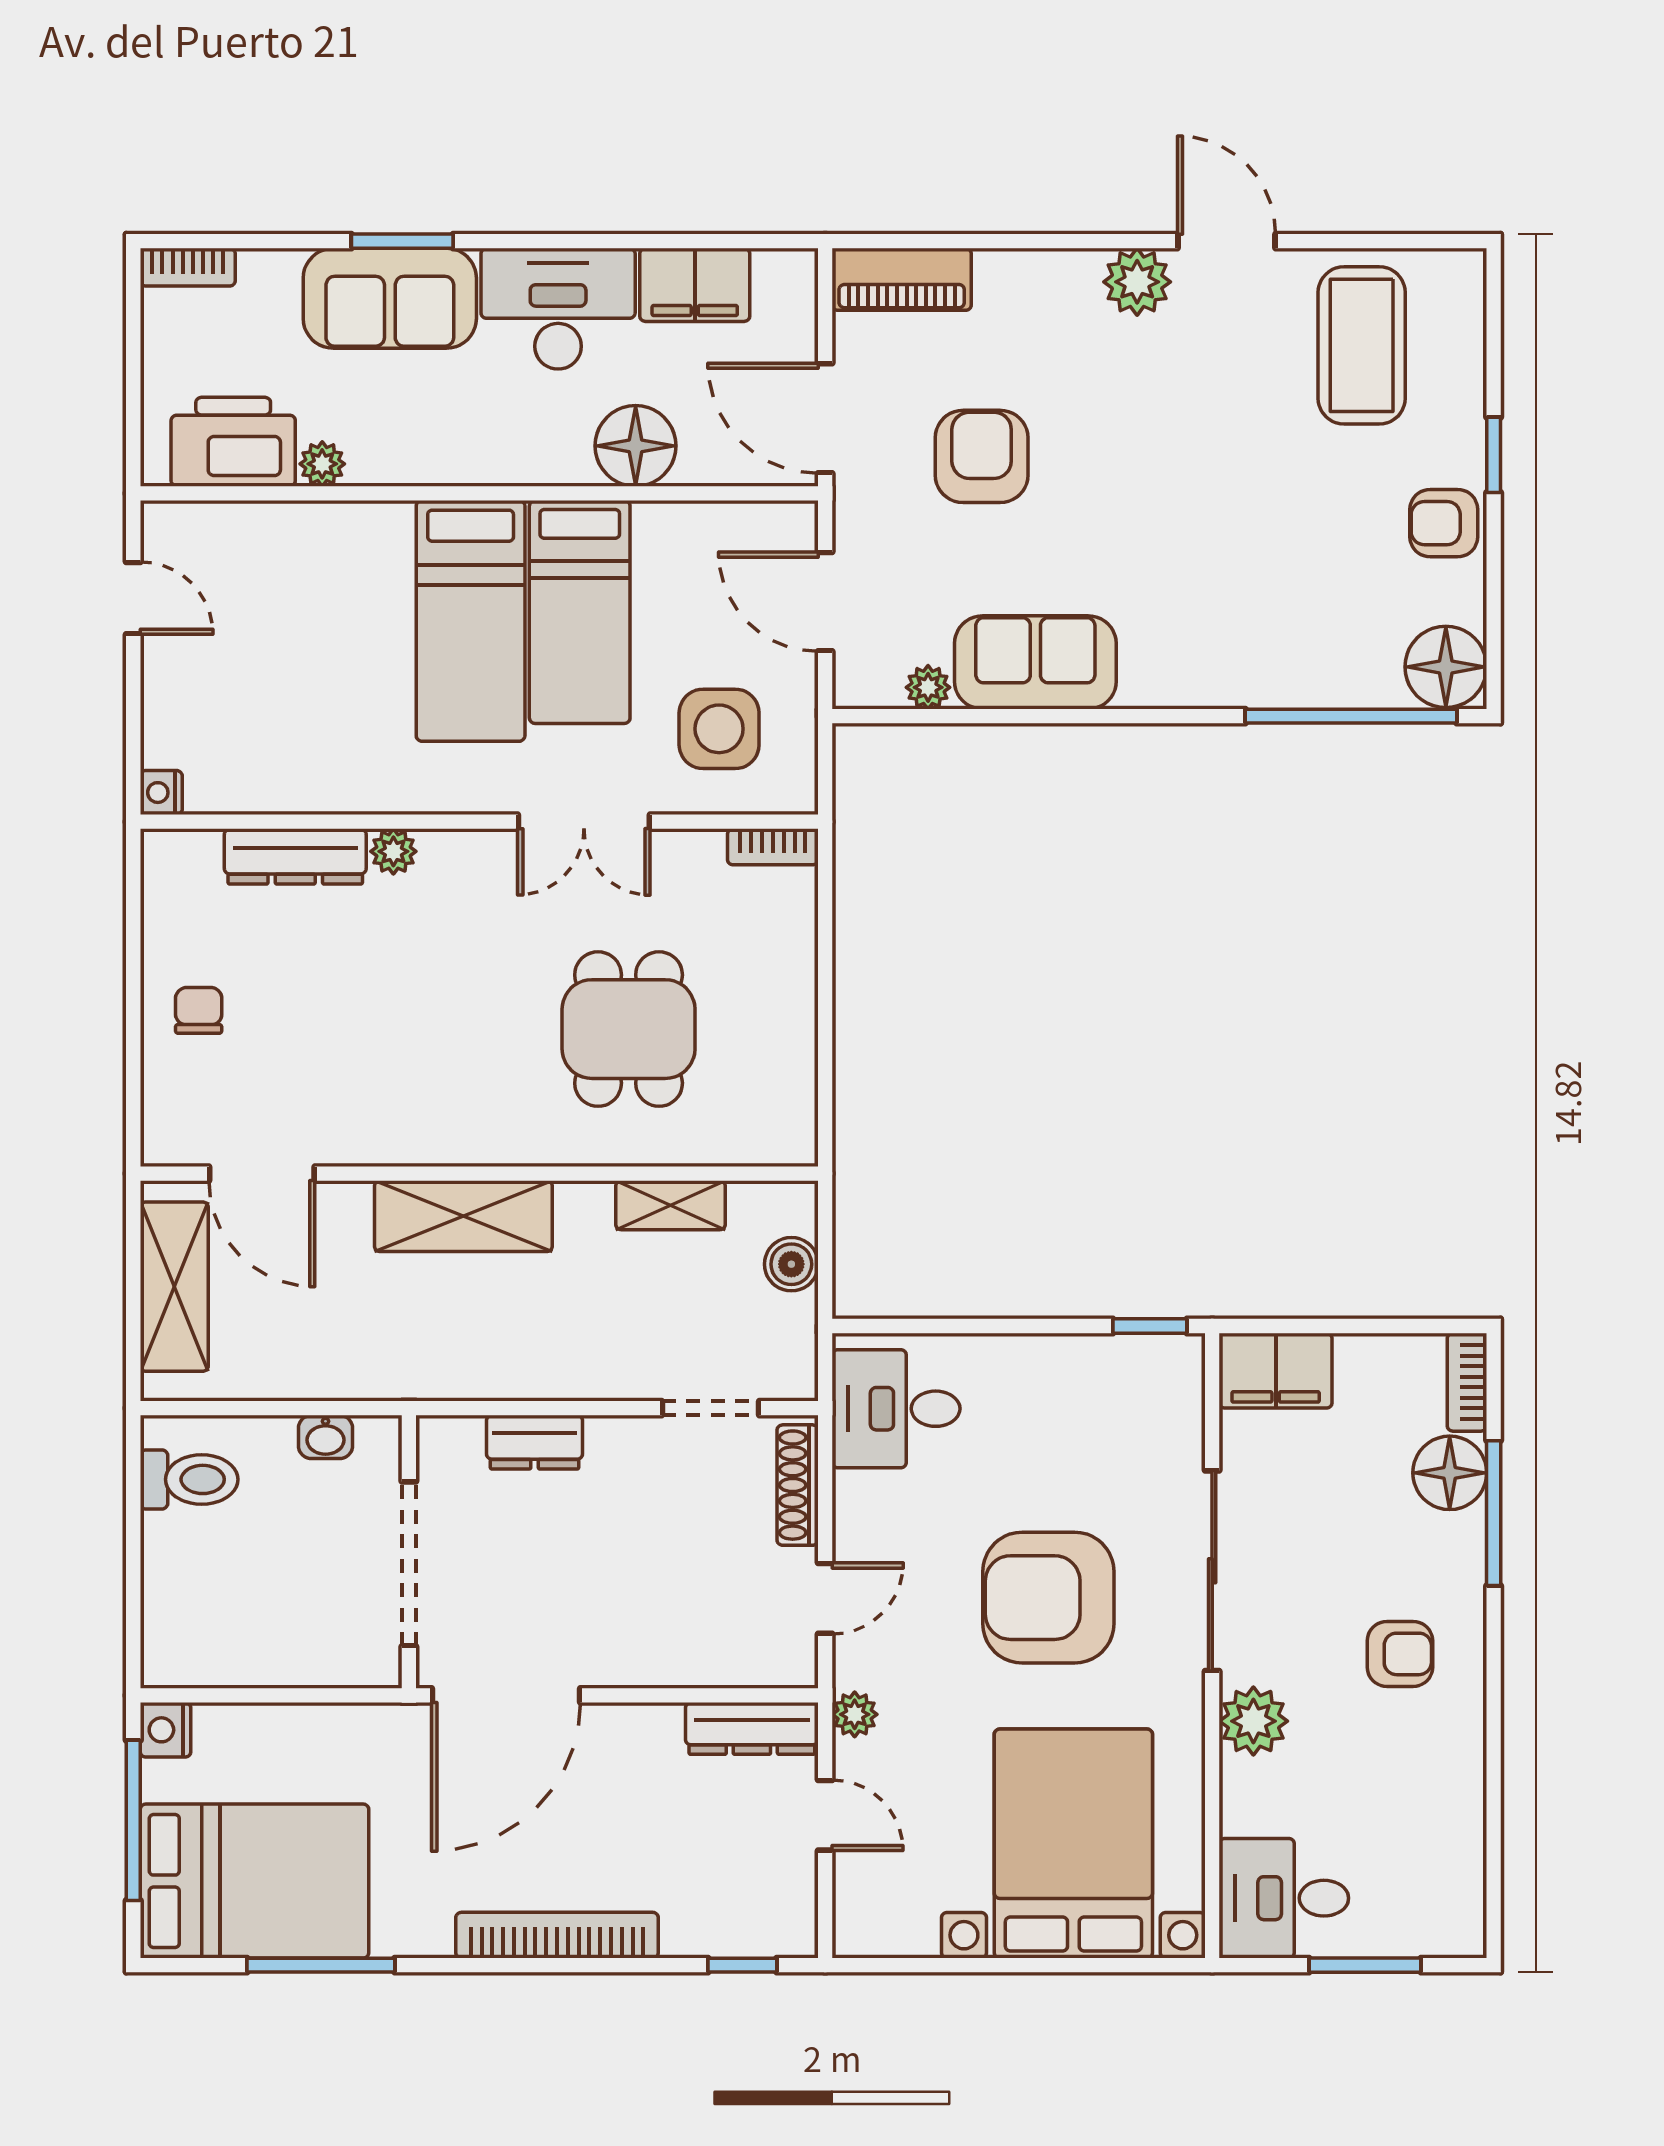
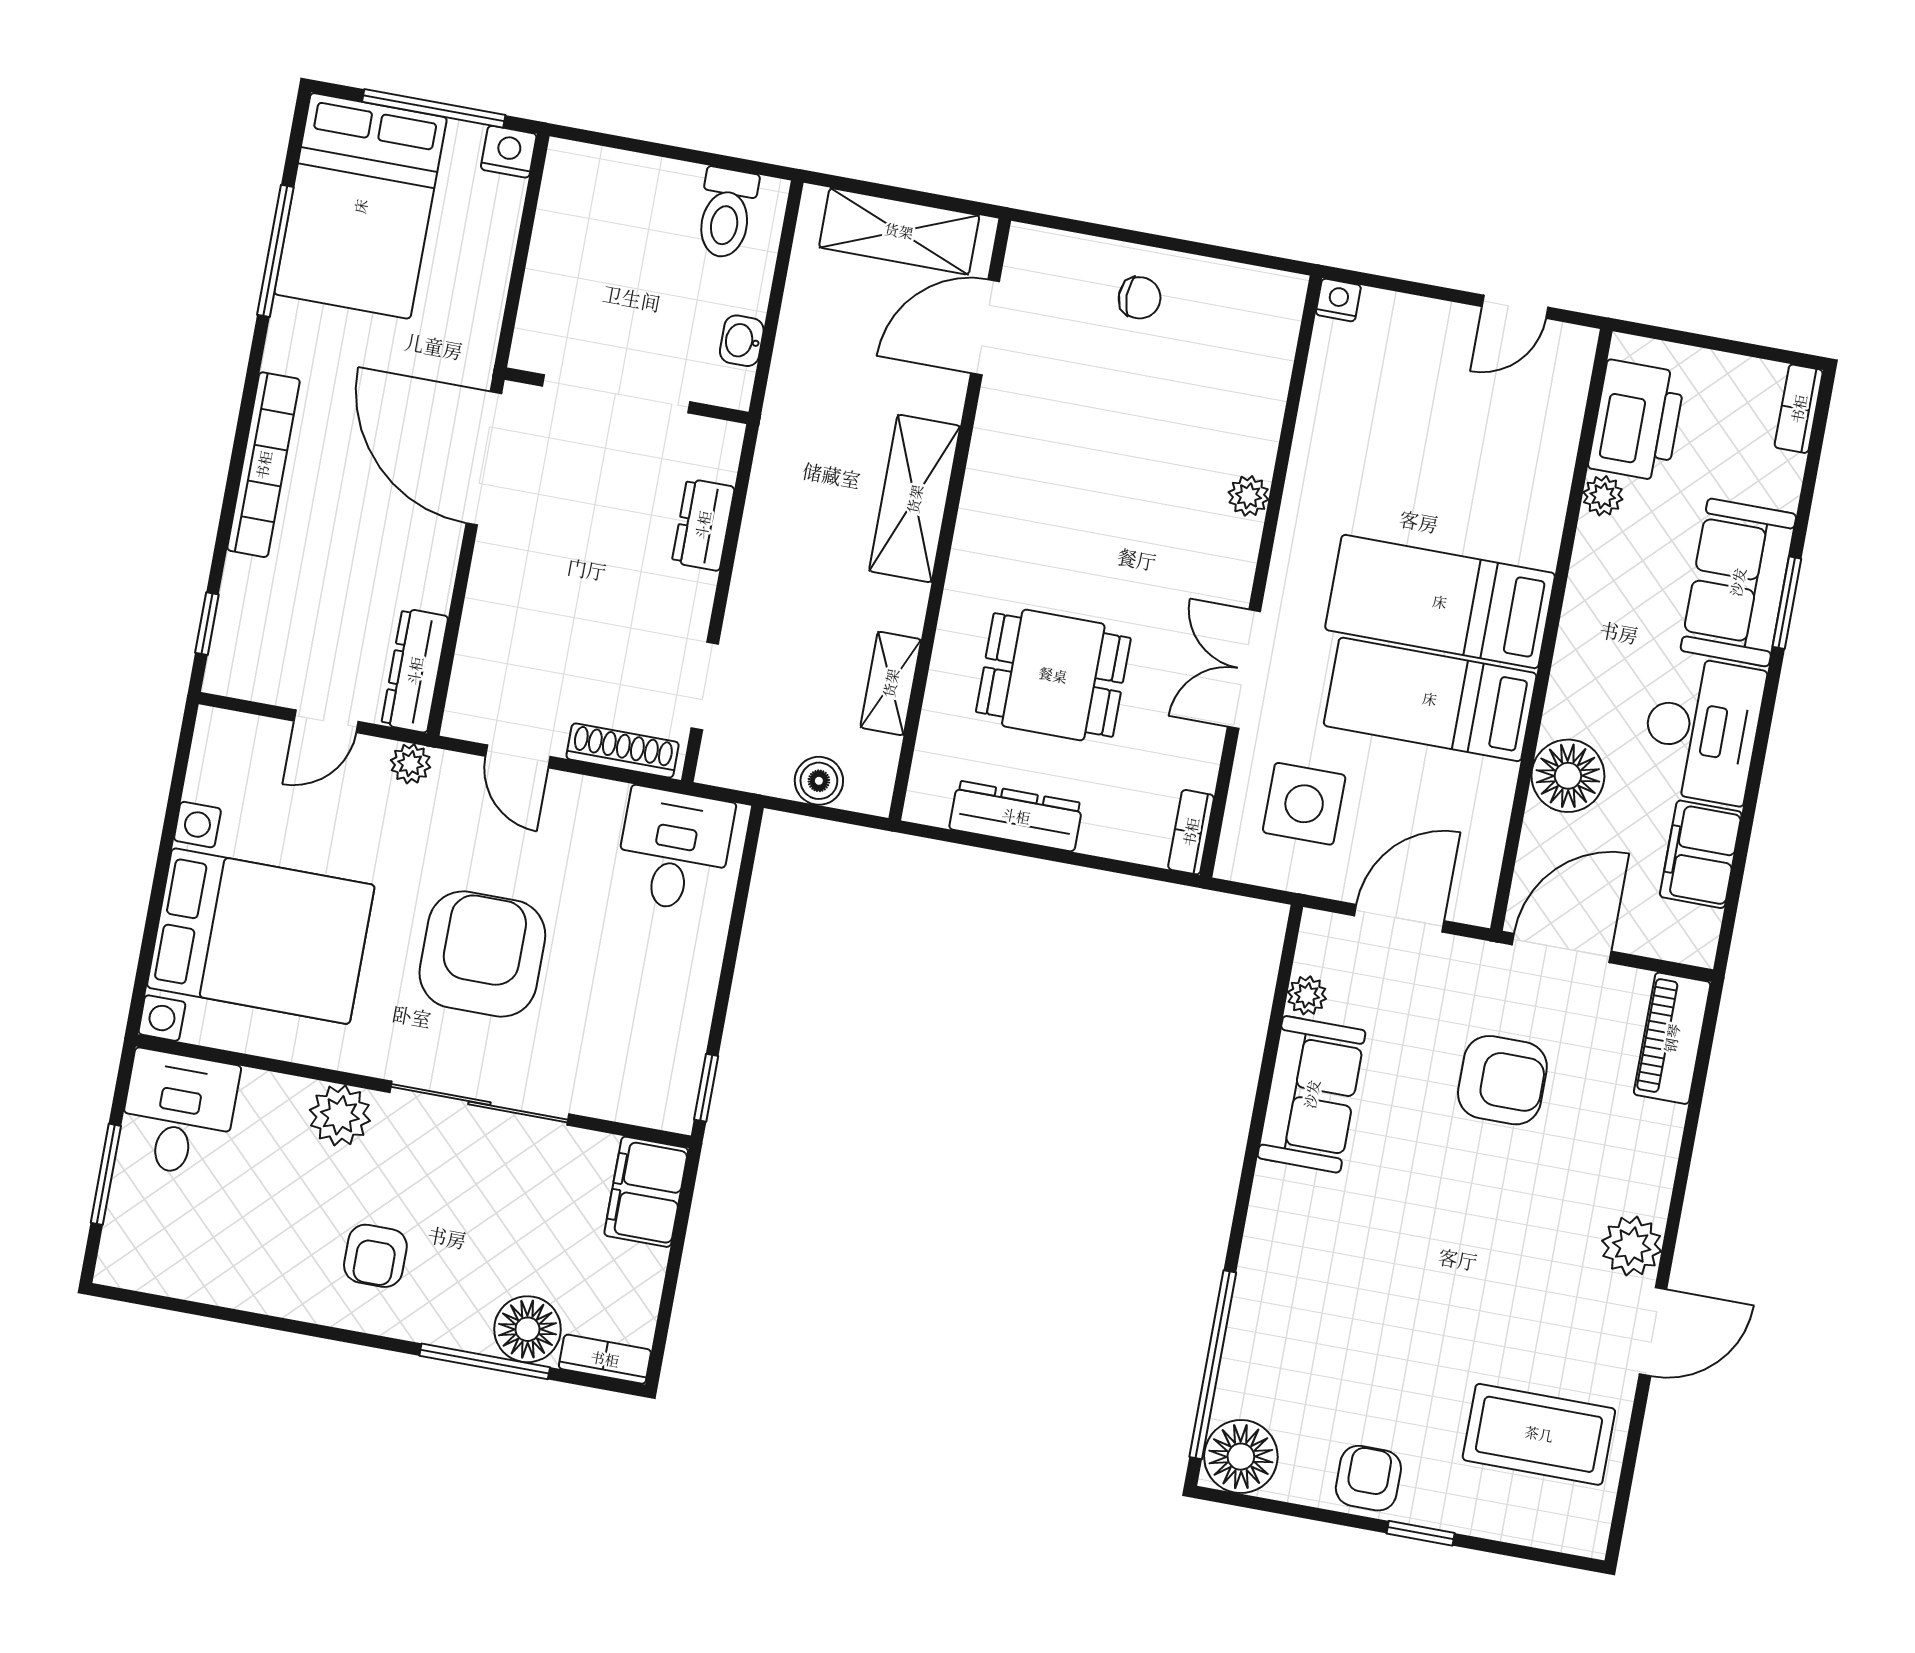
dresser: (295, 856) -> (1016, 816), moved, turned 90

